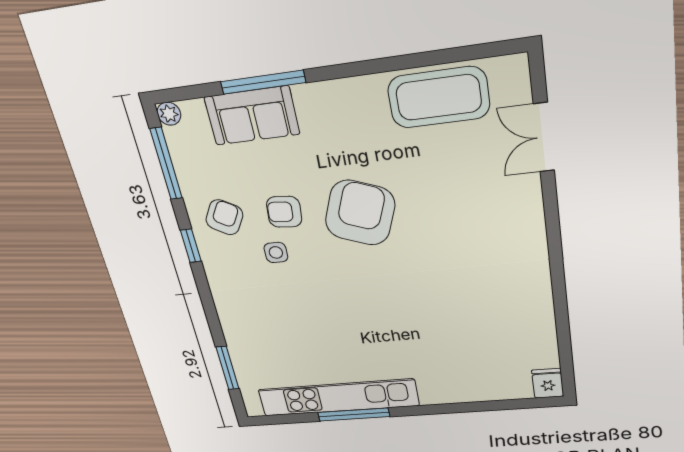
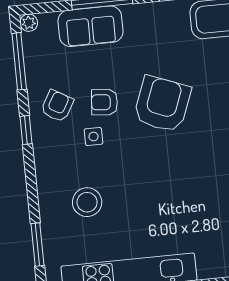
stool: (279, 325) -> (87, 202), added

